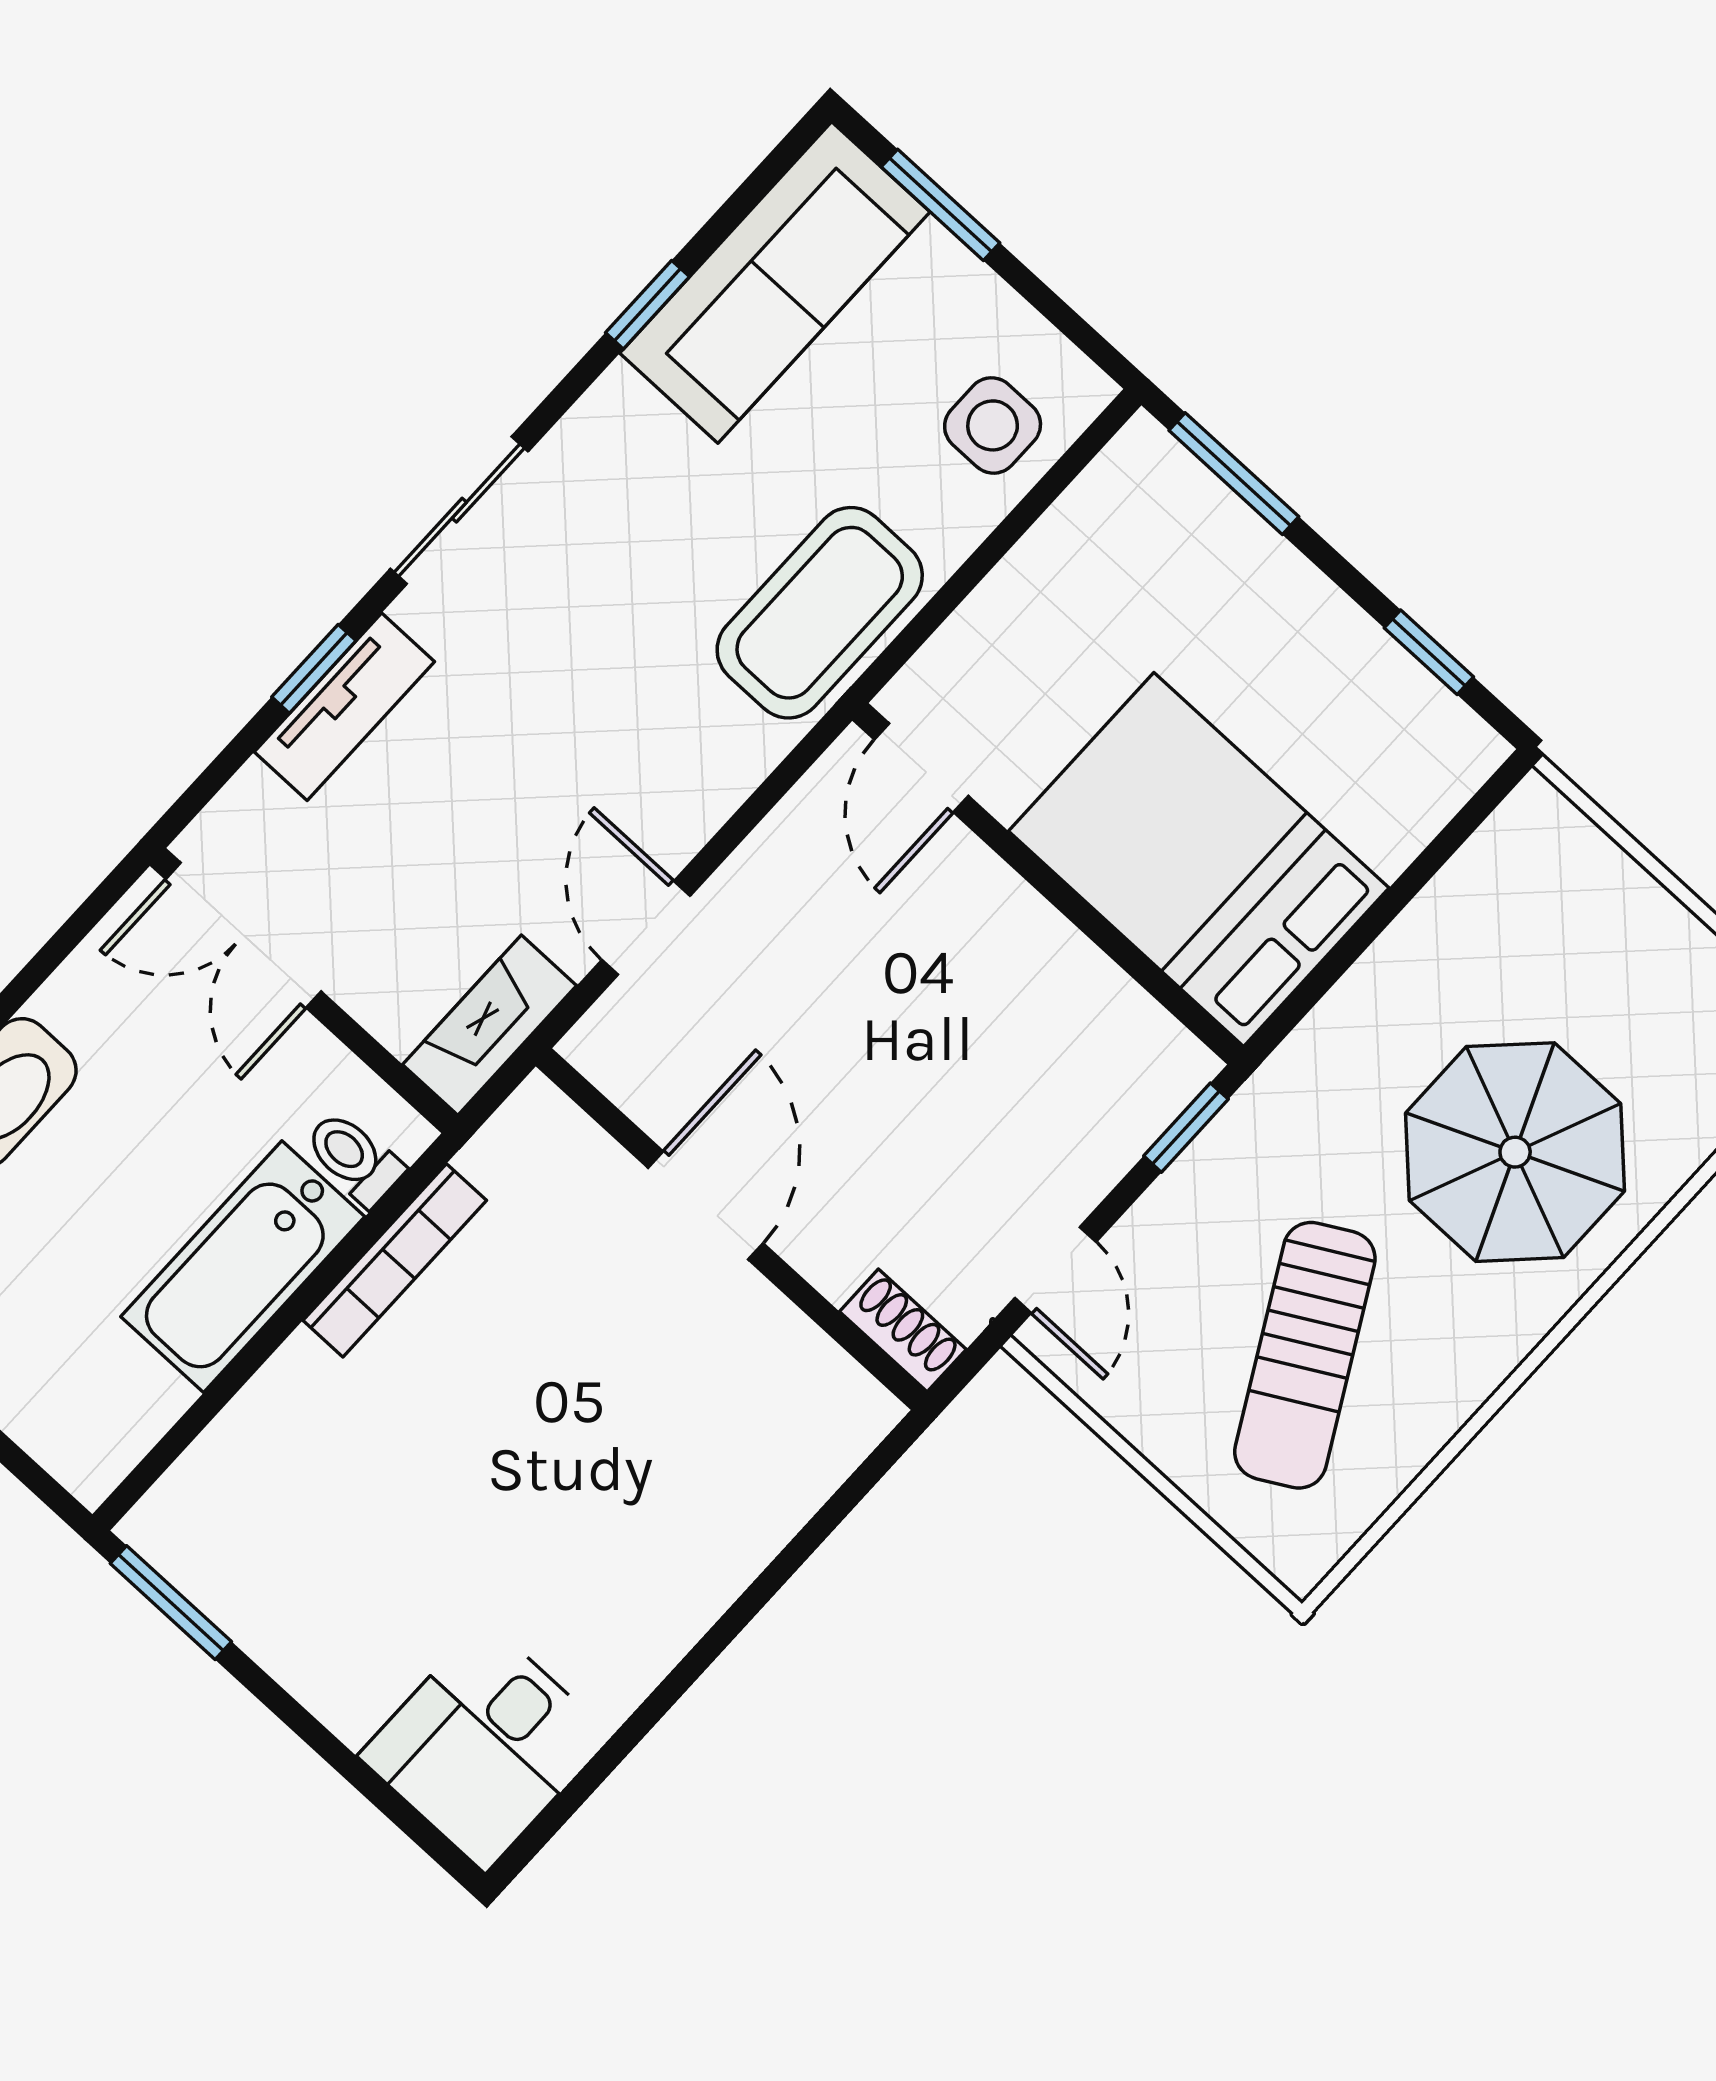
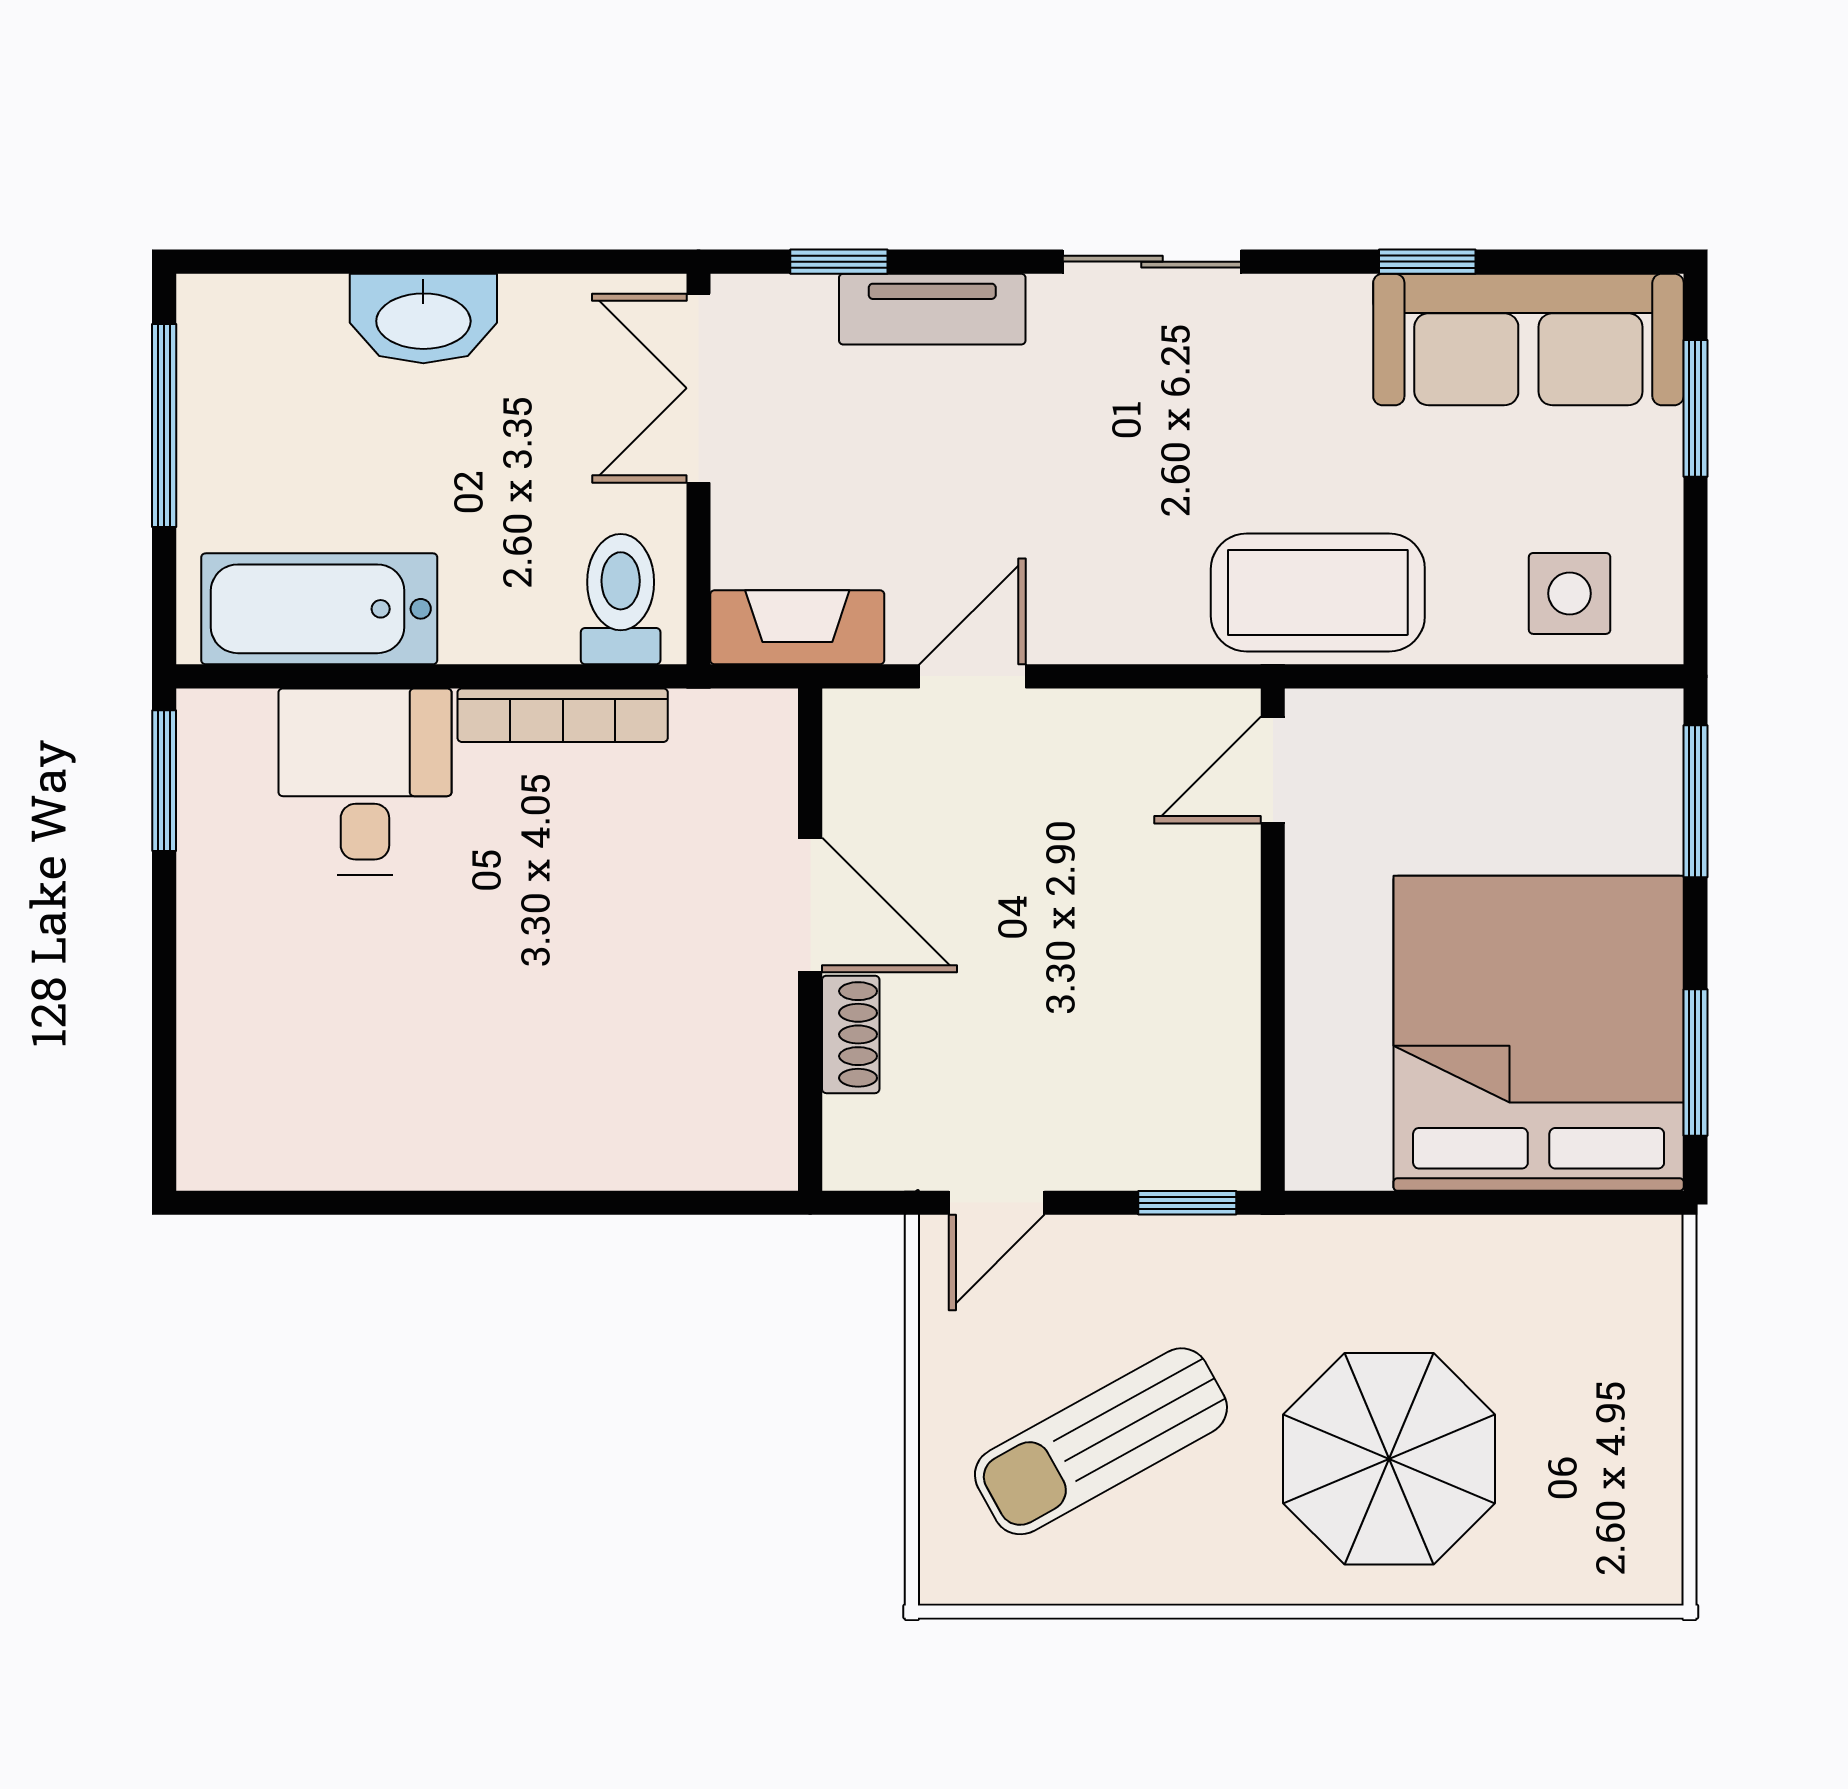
window: (1429, 652) -> (1695, 1063), width x1.50
window: (314, 669) -> (839, 262), moved
bed: (1199, 860) -> (1539, 1033), moved, width x1.36
toilet: (354, 1158) -> (621, 599), width x1.37, depth x1.39
door: (706, 1205) -> (810, 905), hinge flipped
bathtub: (243, 1267) -> (319, 609), moved
shoe rack: (903, 1330) -> (851, 1034), moved
desk: (485, 1746) -> (365, 781), moved, turned 90

